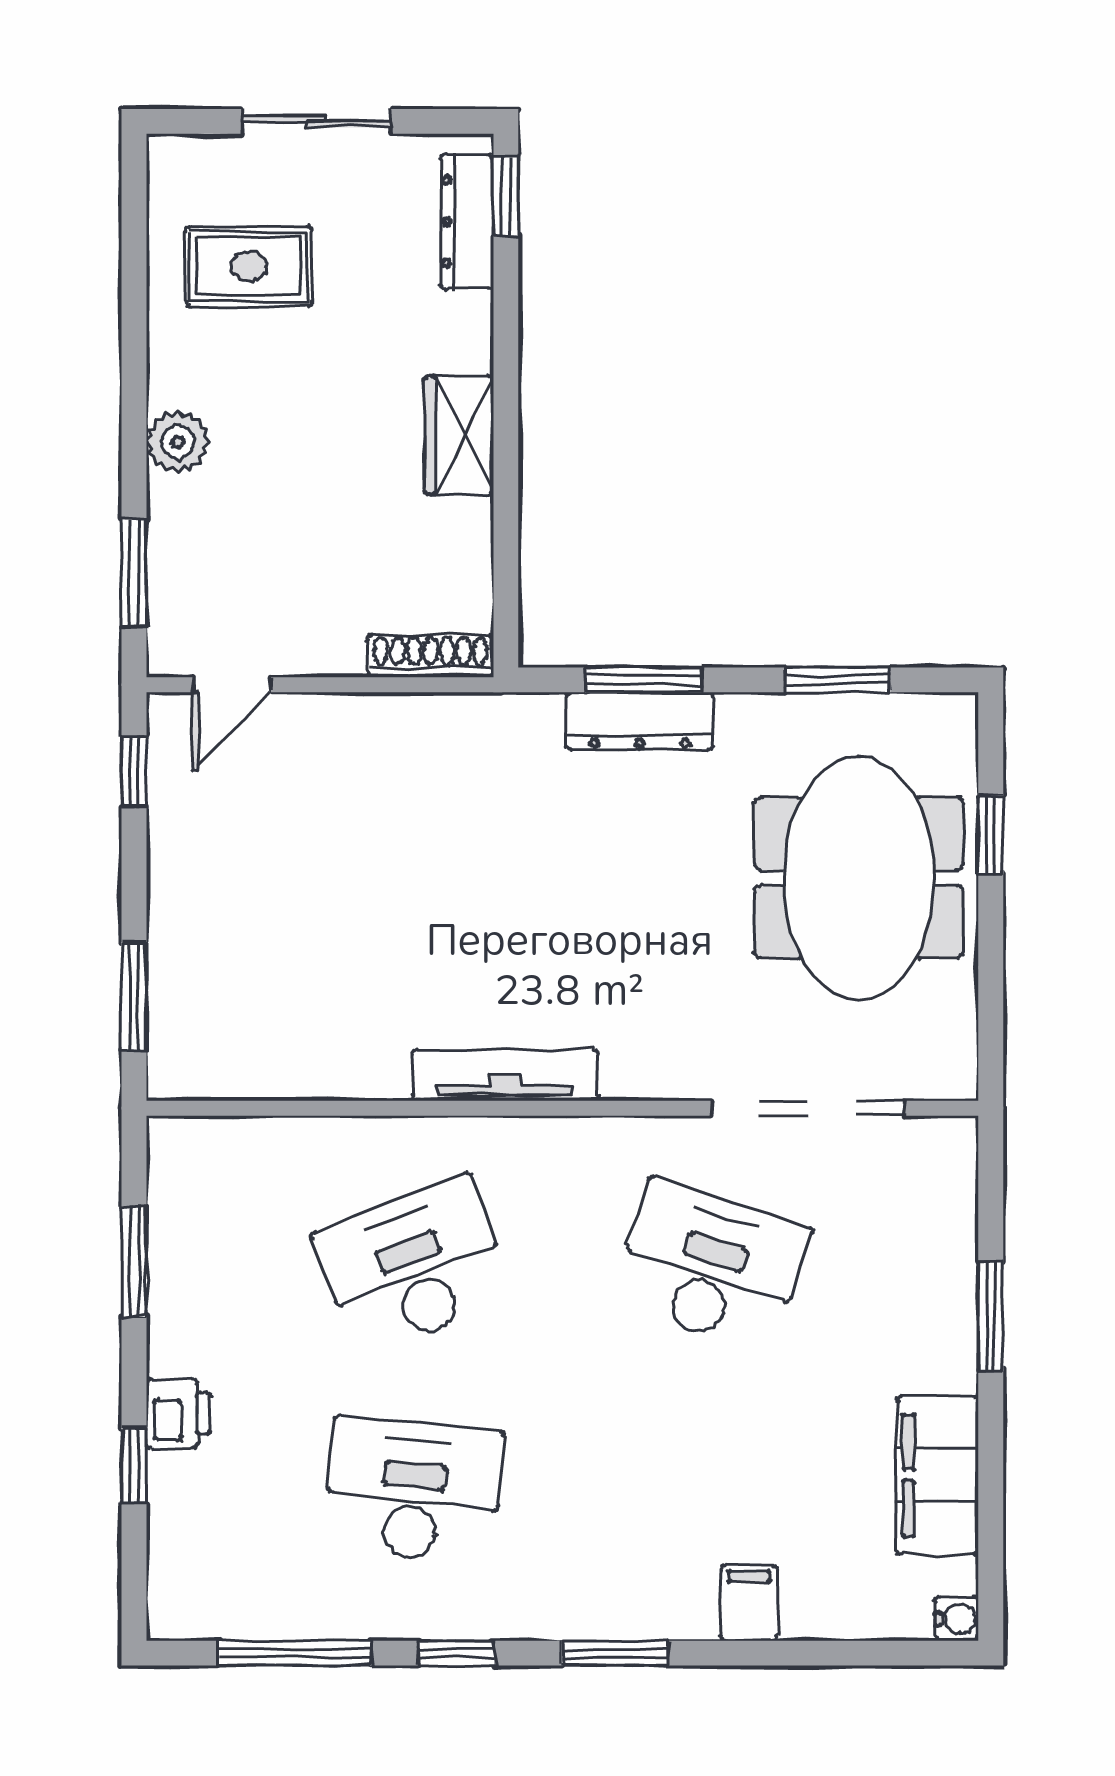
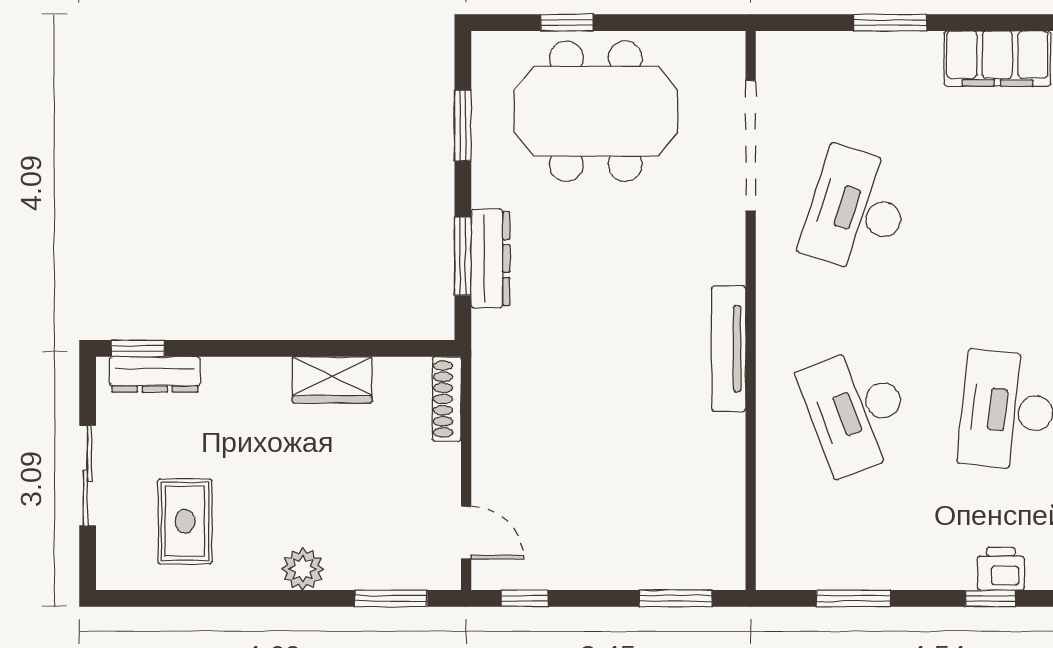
wardrobe: (459, 435) -> (332, 380), moved
printer: (178, 1413) -> (1001, 569), moved

